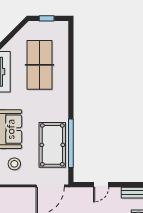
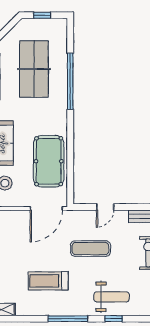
window: (71, 143) -> (70, 81), moved

